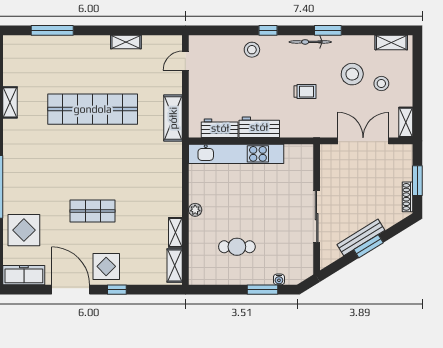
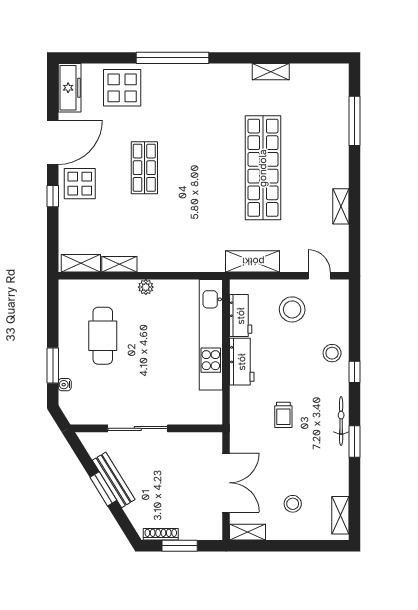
stool: (352, 74) -> (292, 309), moved
cafe table: (237, 247) -> (103, 336), width x1.37, depth x1.35

